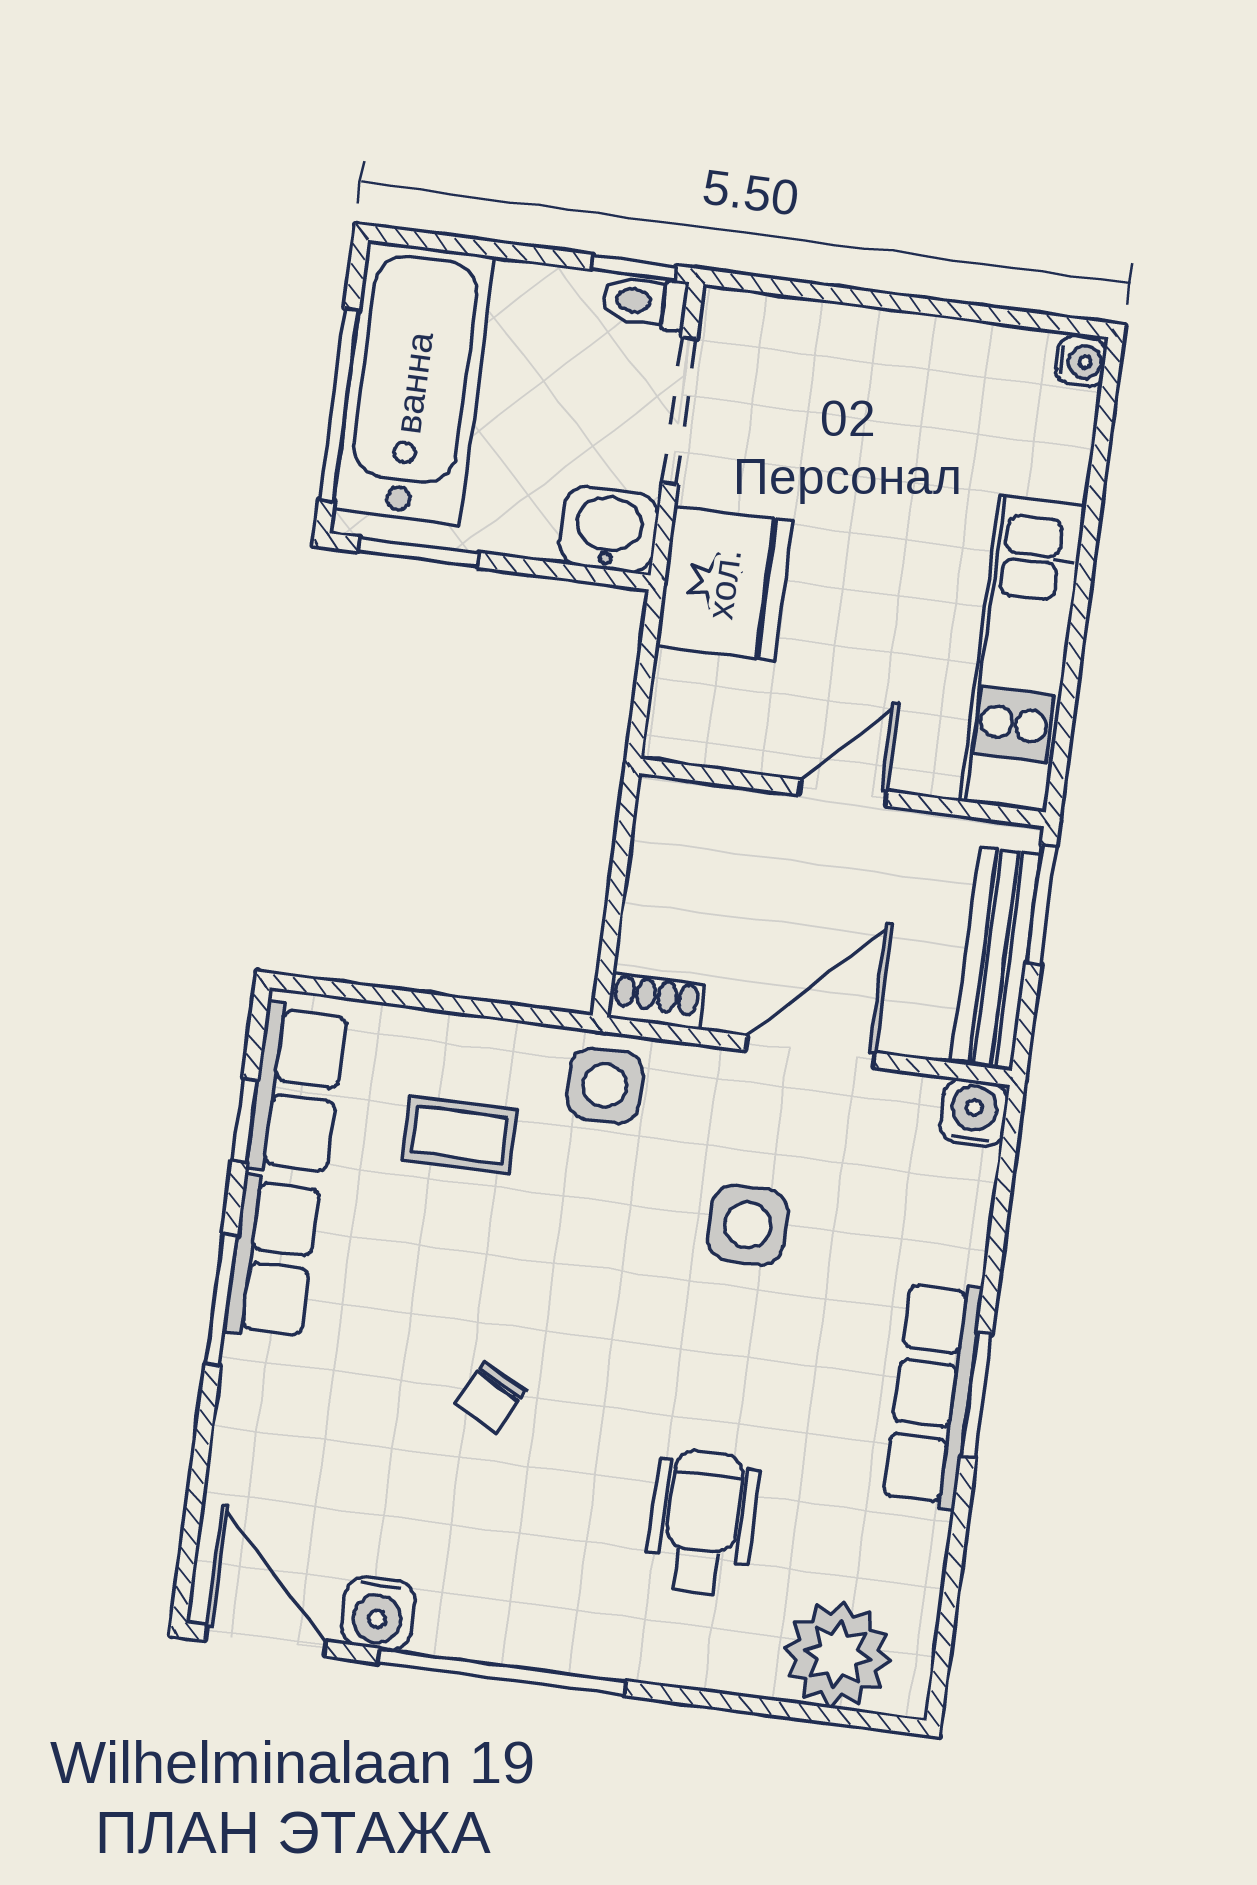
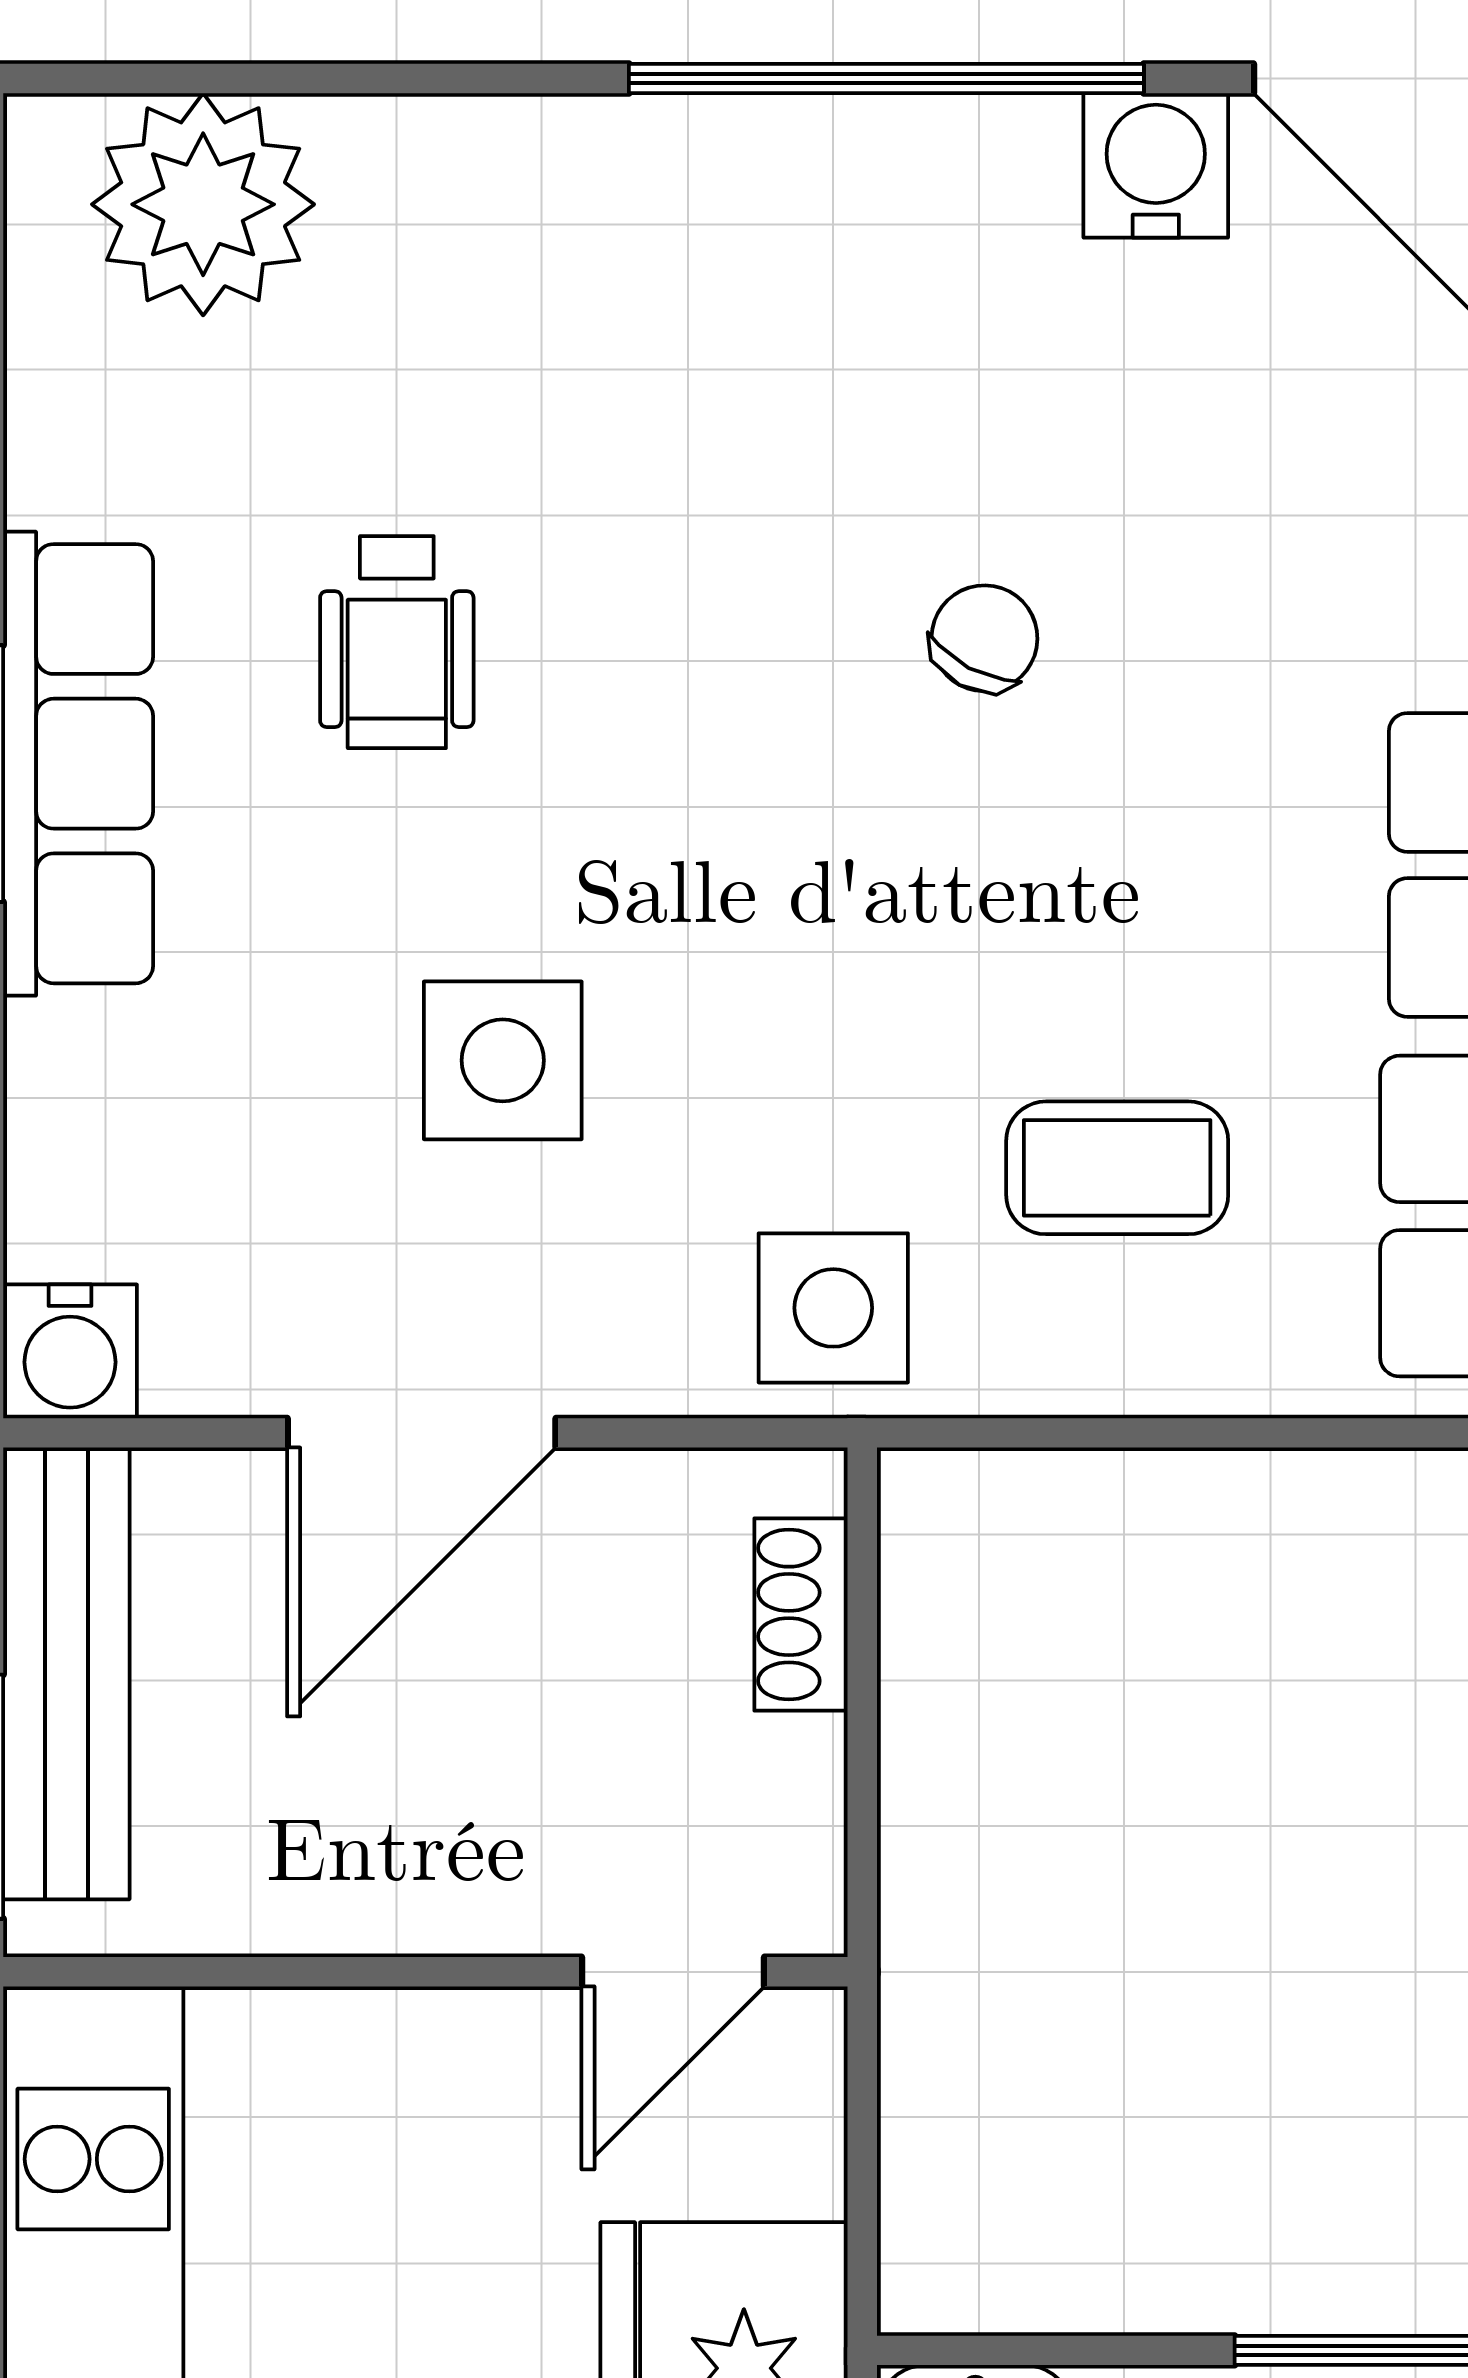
door: (843, 793) -> (673, 1972), moved
shoe rack: (656, 1001) -> (801, 1615), moved, turned 90
wheelchair: (702, 1522) -> (397, 642), moved, width x0.73, depth x0.73

